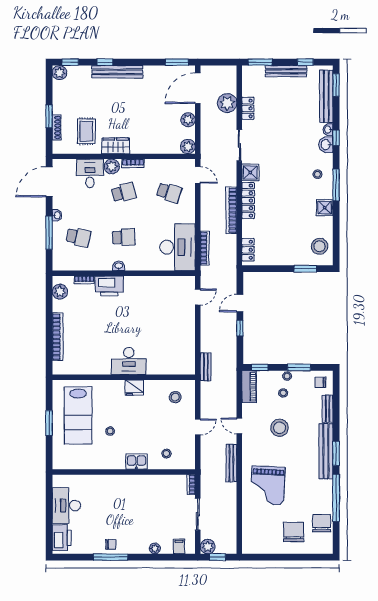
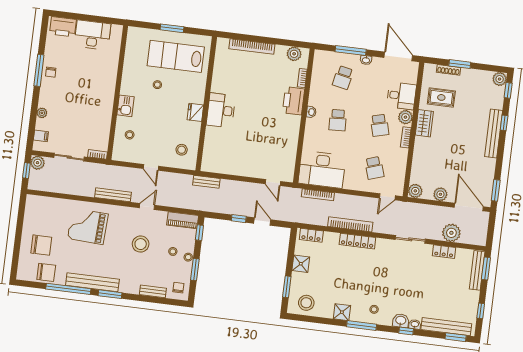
bench: (286, 71) -> (477, 270), moved
shower: (250, 172) -> (301, 264), moved
school desk: (169, 192) -> (374, 168), turned -36
bench: (326, 451) -> (92, 282), moved

